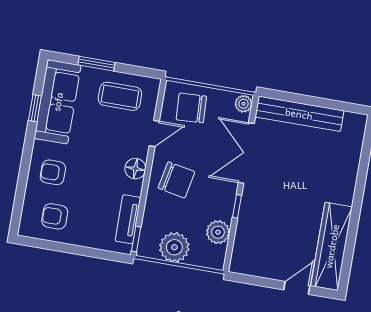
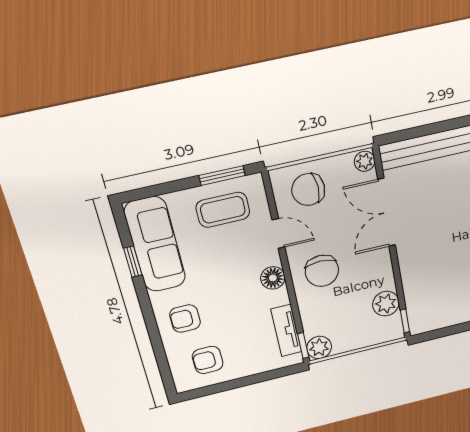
window: (96, 64) -> (222, 176), moved
door: (154, 133) -> (278, 233), hinge flipped
chair: (176, 180) -> (322, 271), turned 79
window: (237, 206) -> (405, 321), moved
plant: (174, 247) -> (319, 347), moved, width x0.73, depth x0.73

